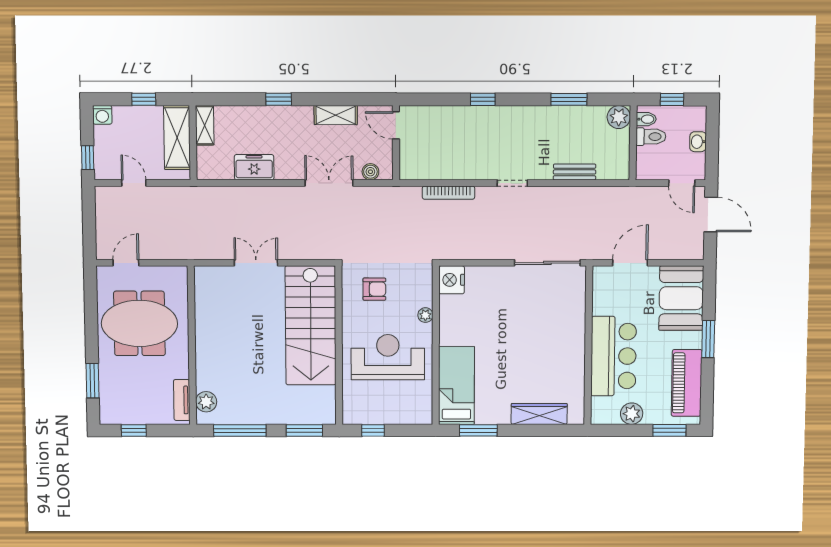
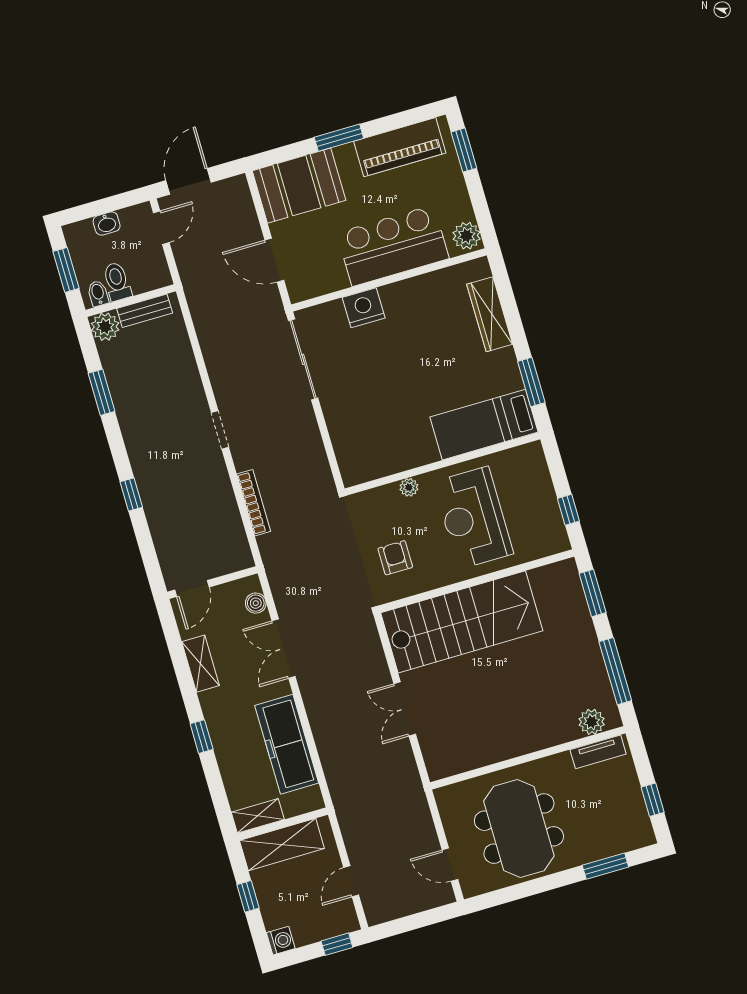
window: (672, 99) -> (66, 270), width x1.50
freezer: (254, 167) -> (287, 744), width x1.91, depth x1.26
bench: (575, 172) -> (145, 311), moved, turned 90
nightstand: (452, 280) -> (364, 308), moved, turned 180
plant: (632, 414) -> (466, 236), moved

